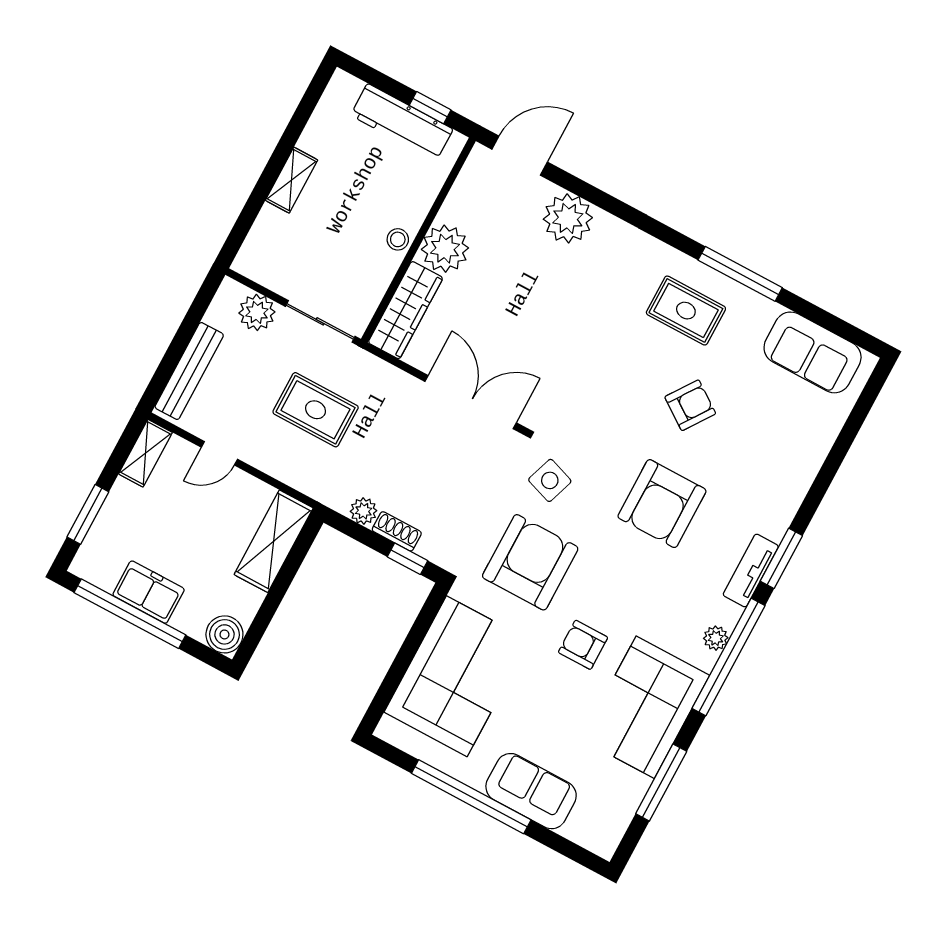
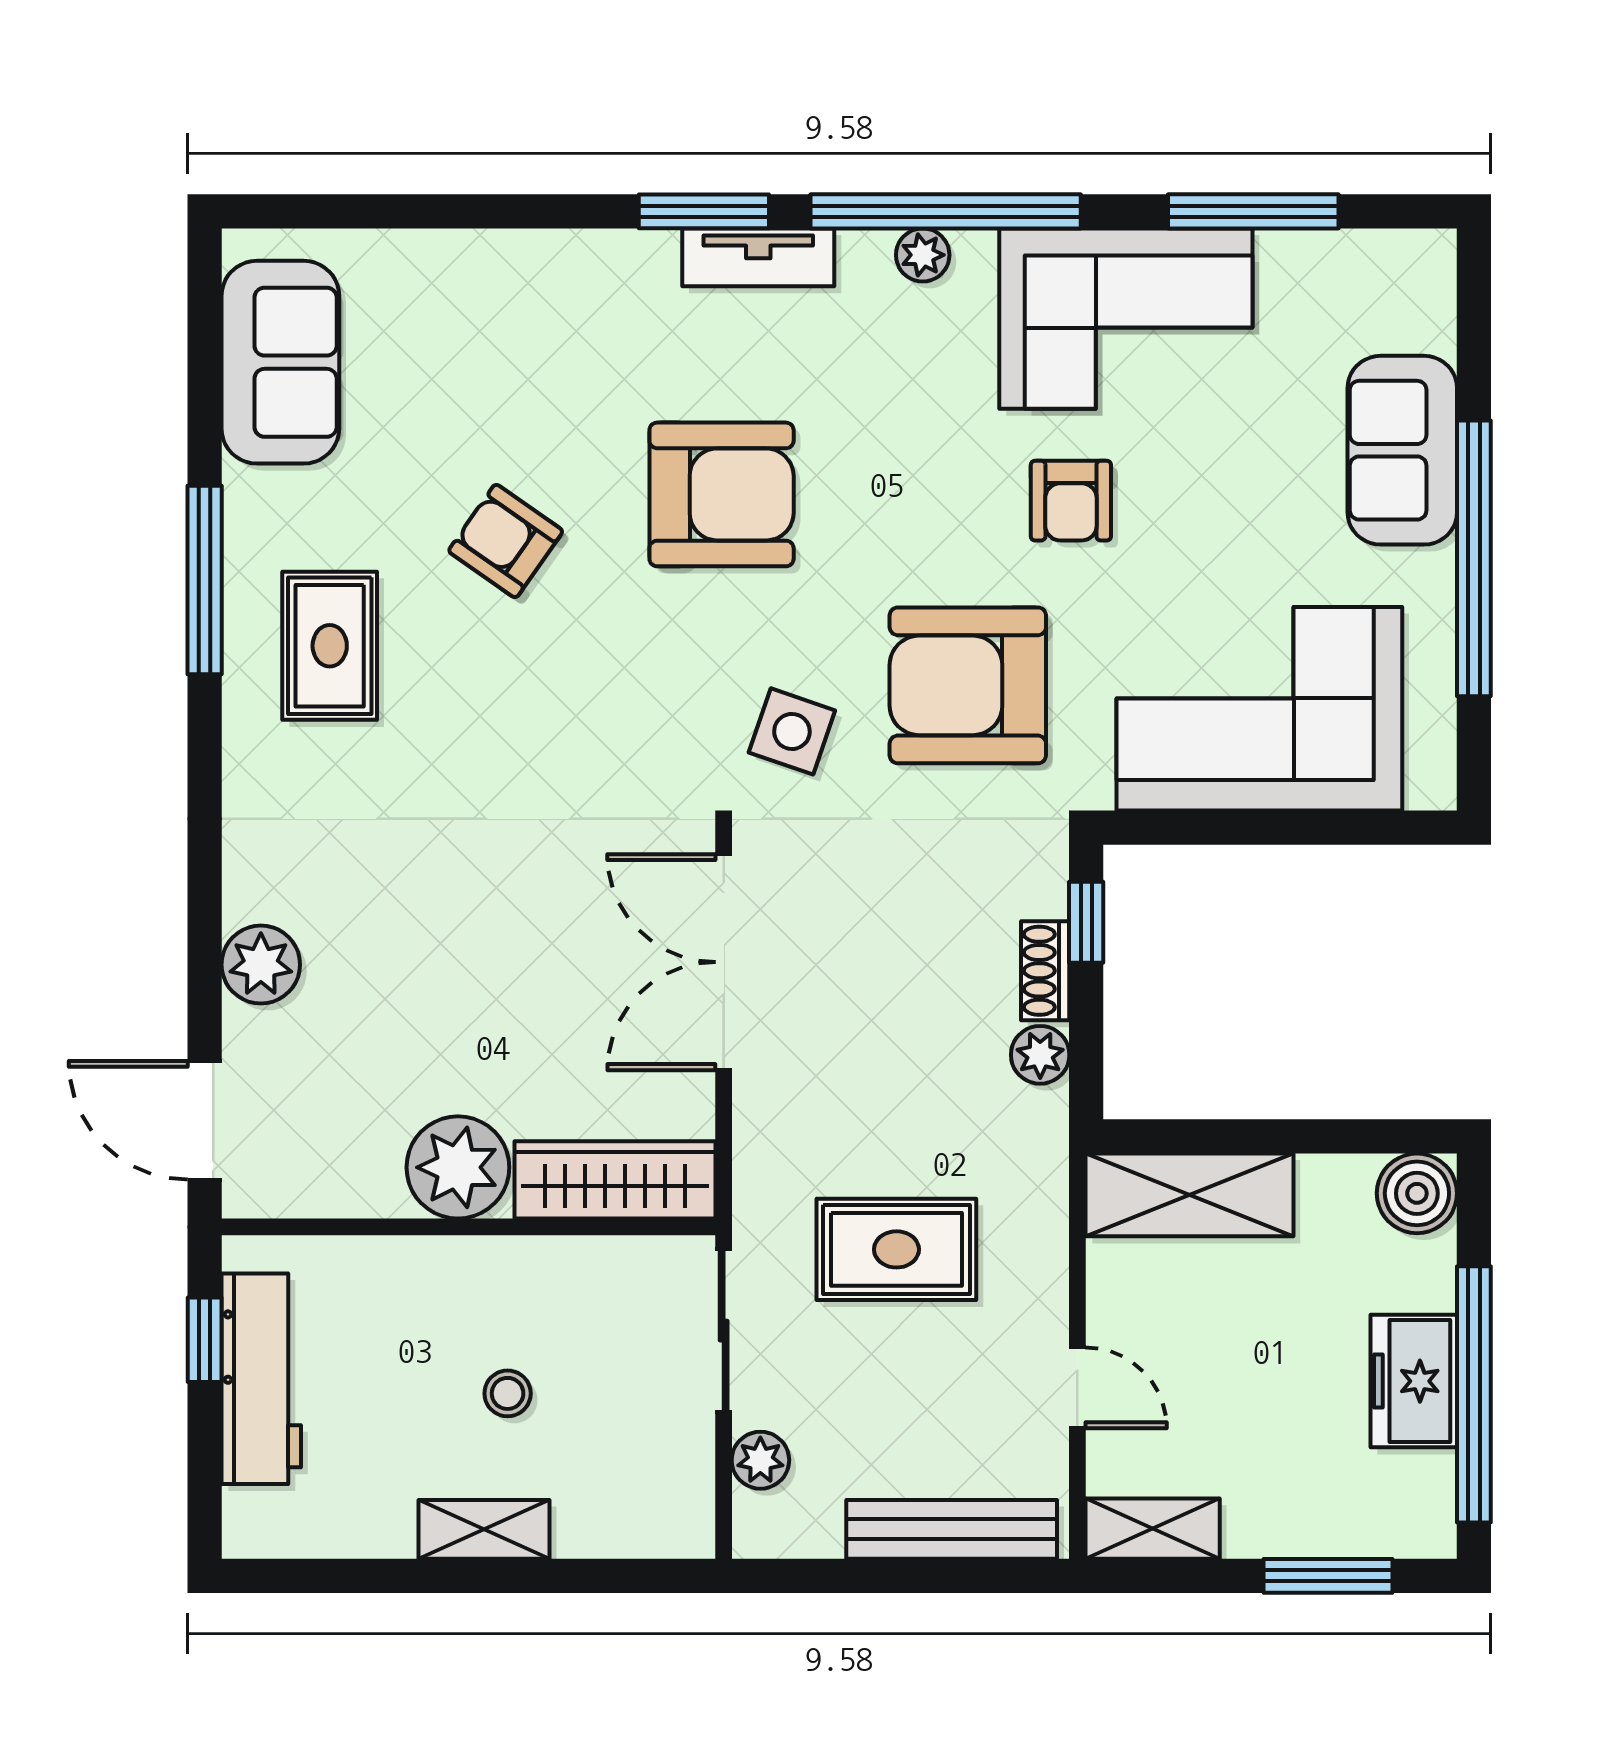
plant: (568, 218) -> (261, 965), width x0.73, depth x0.73
stool: (398, 239) -> (508, 1393), moved
plant: (257, 312) -> (760, 1460), width x0.73, depth x0.73
rug: (316, 410) -> (896, 1249), turned 90

